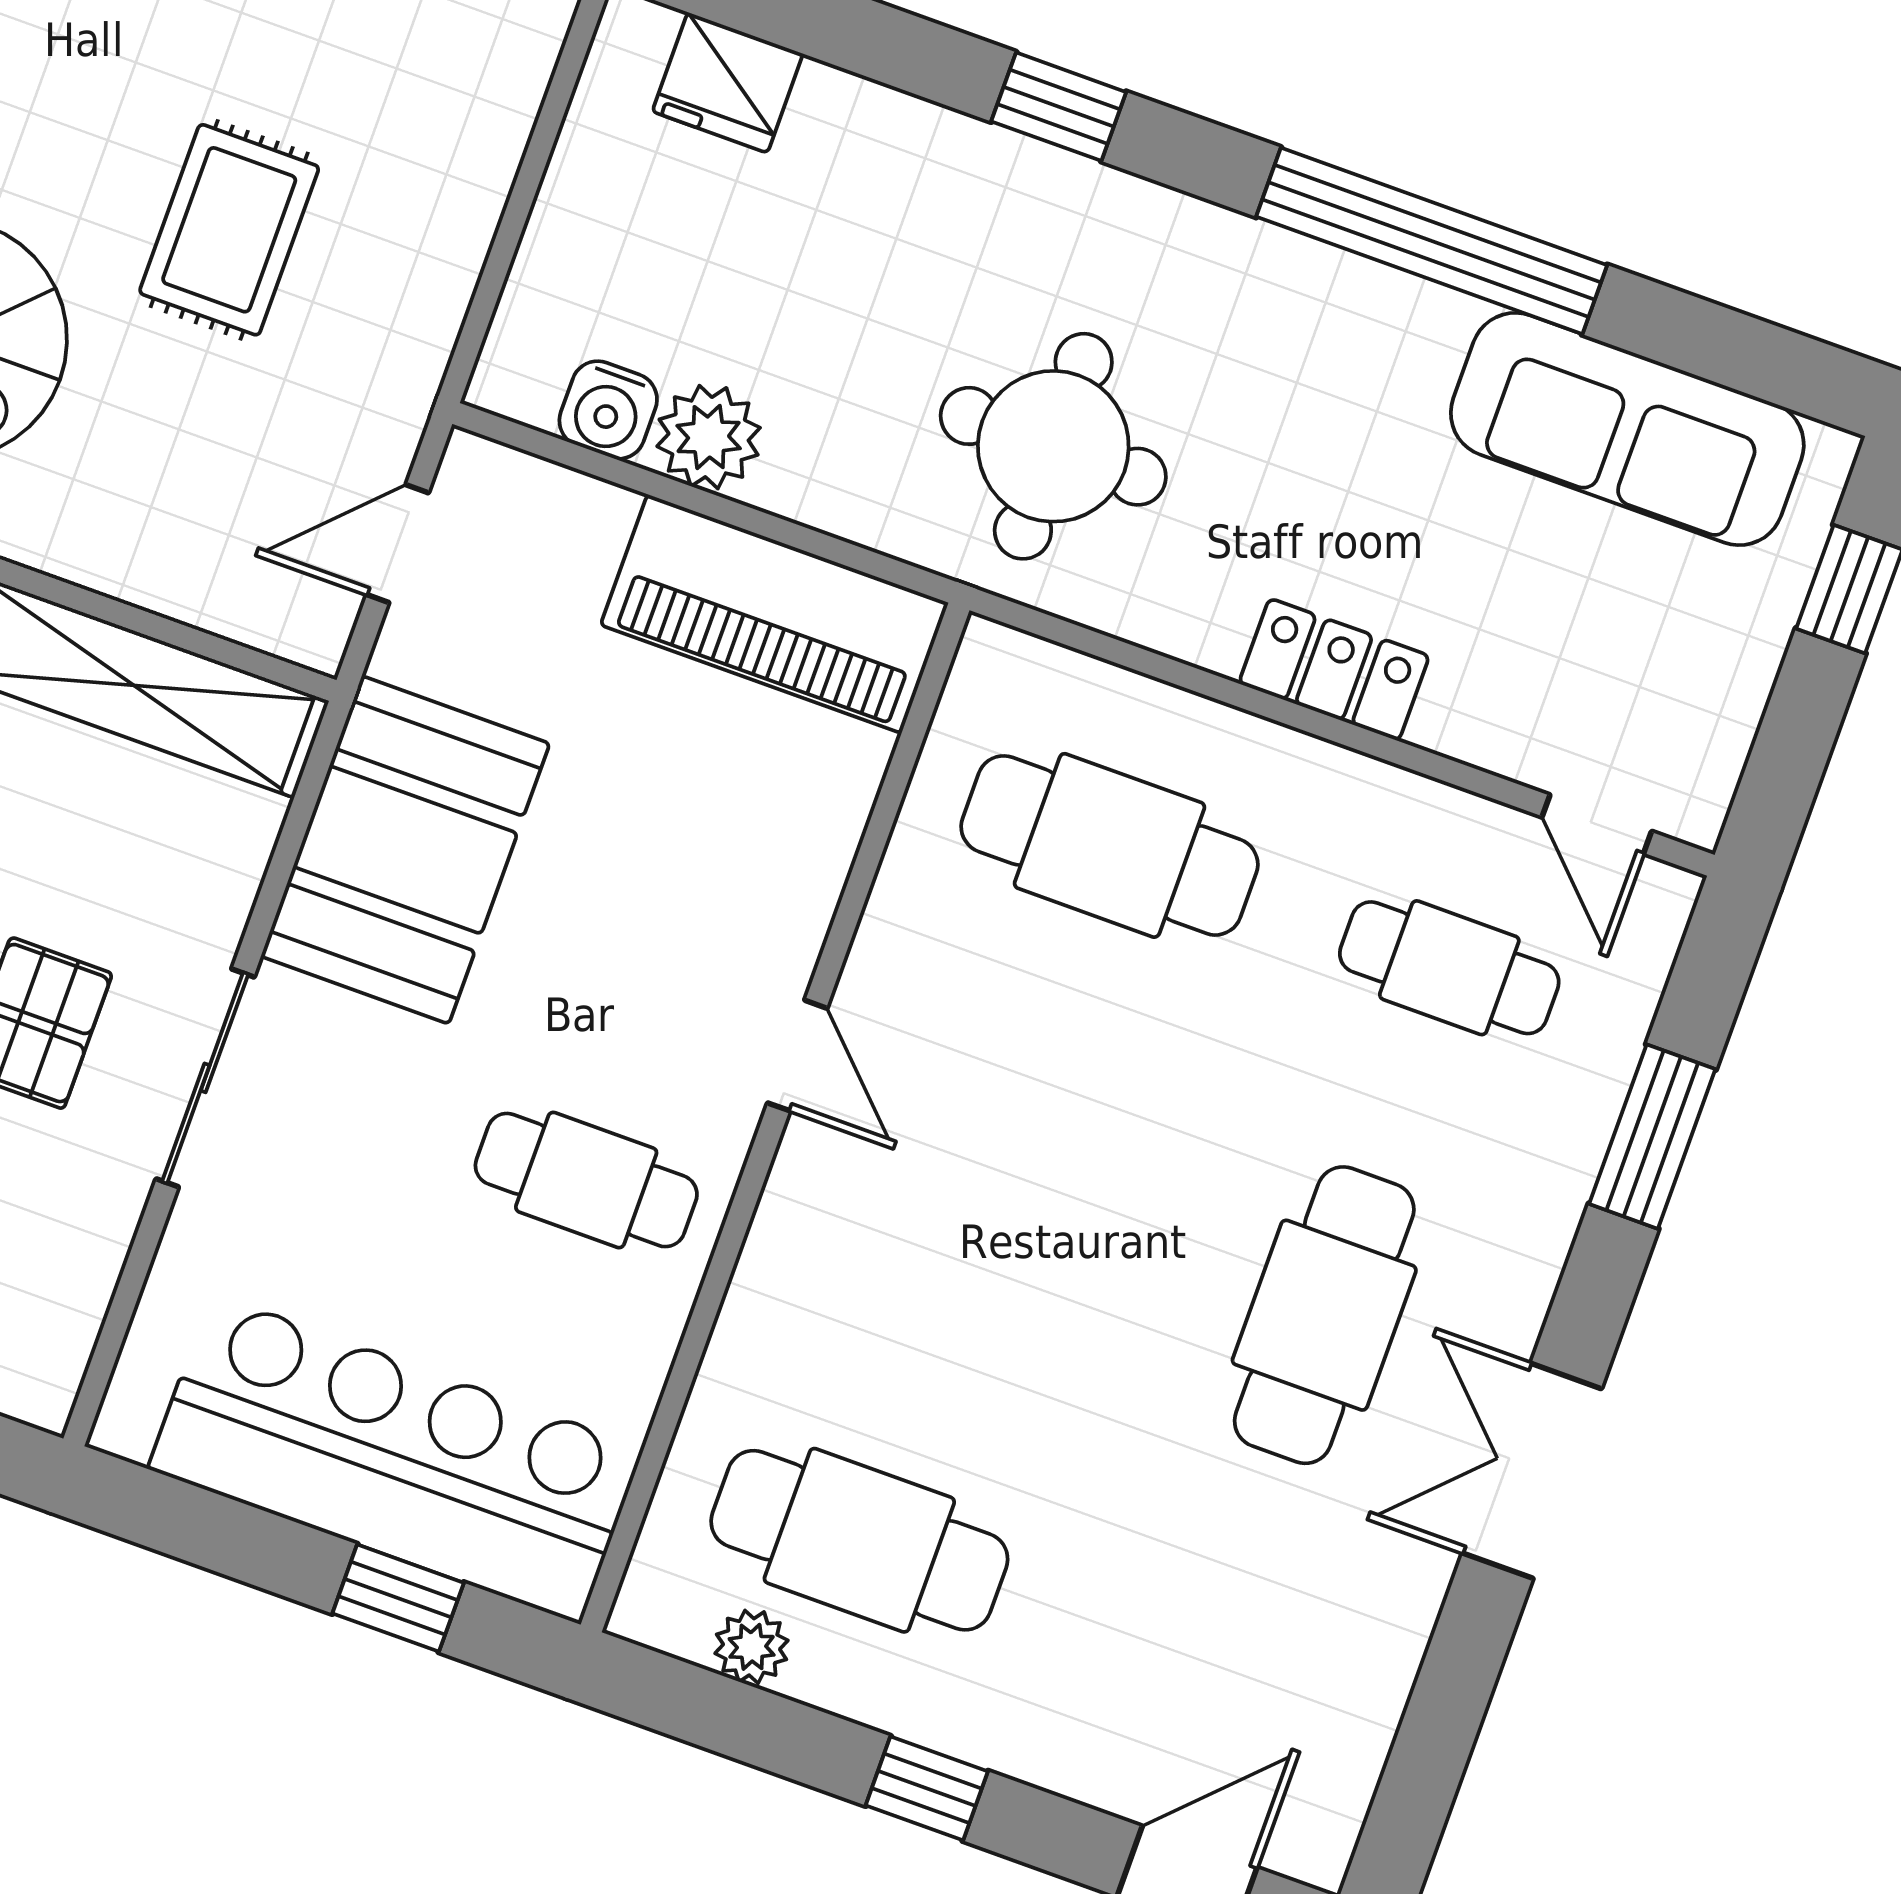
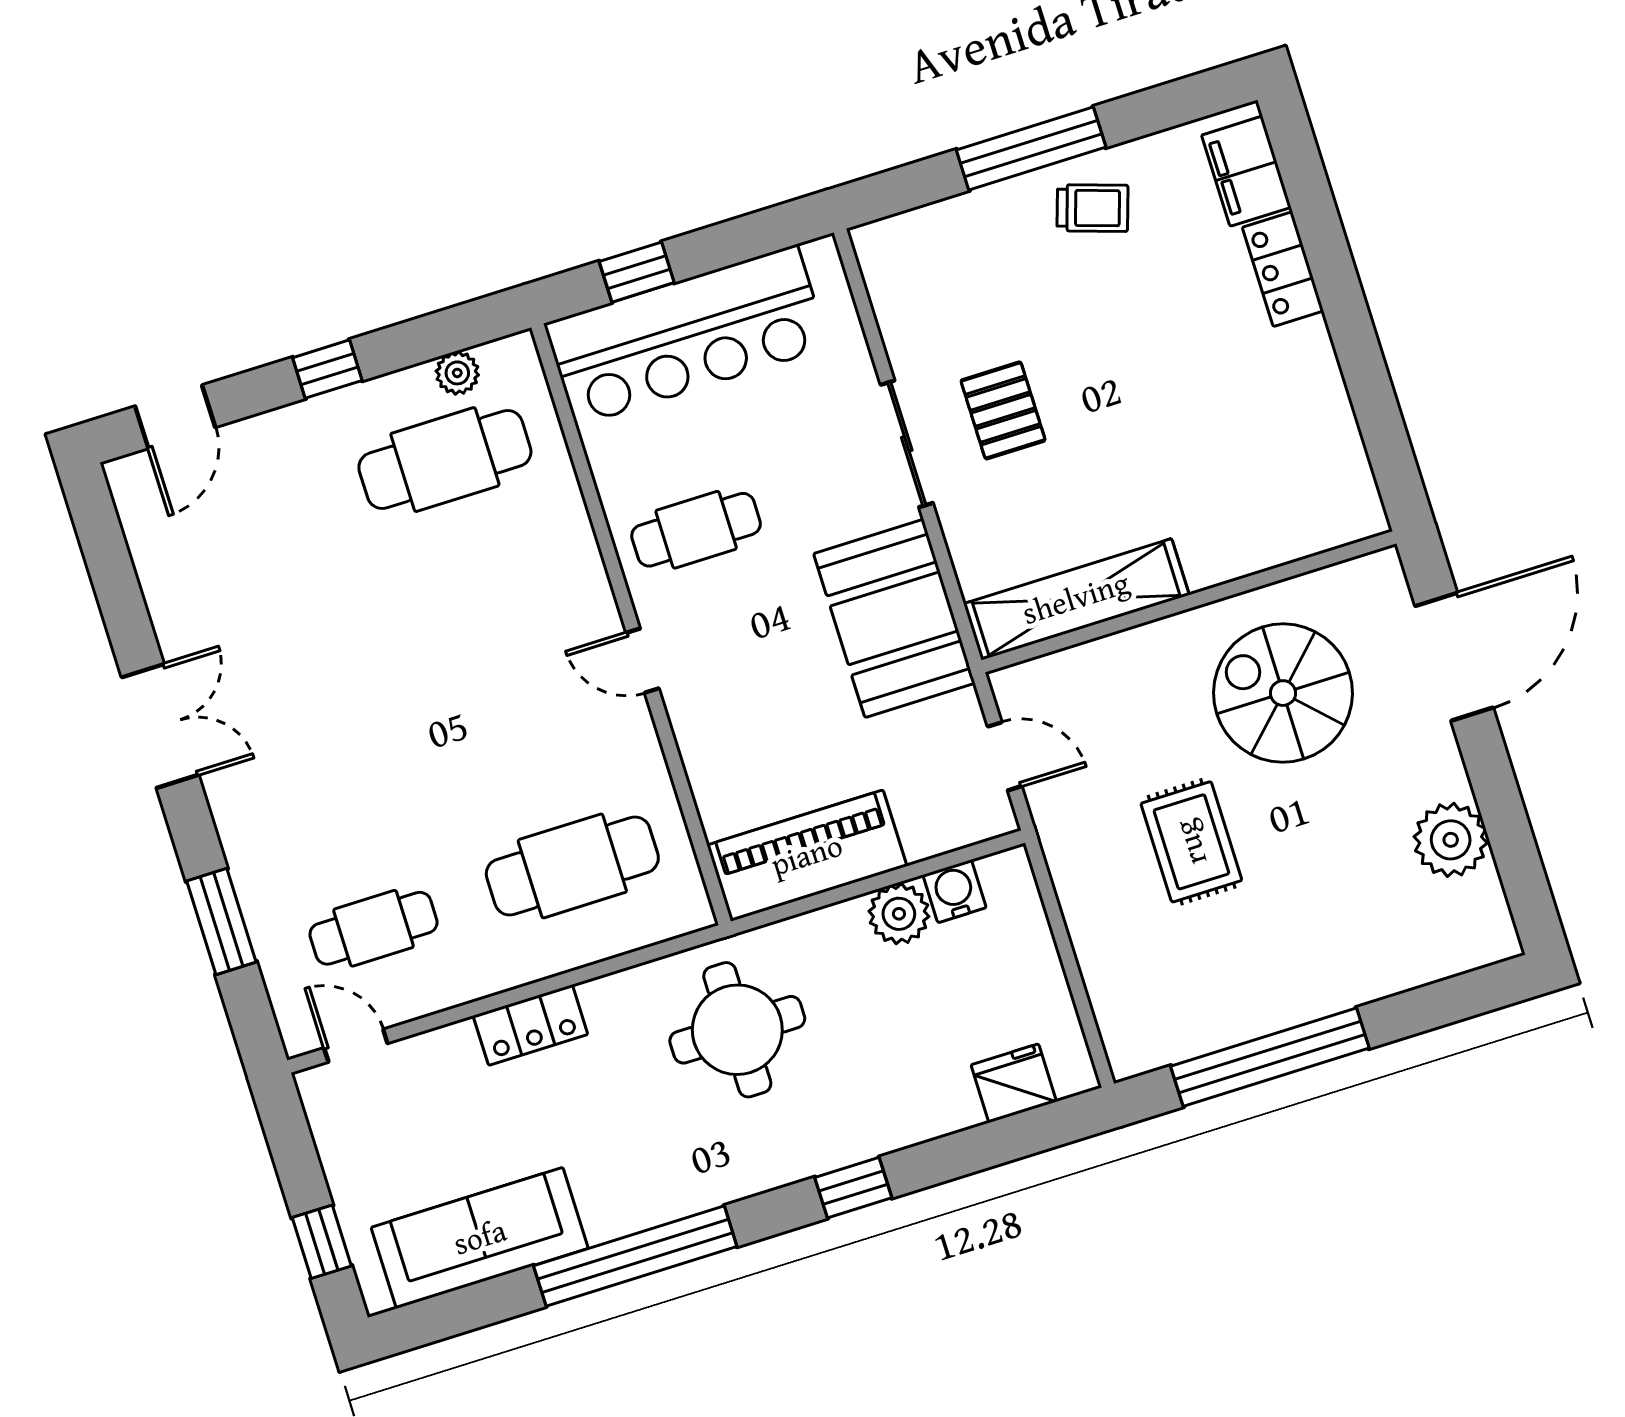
door: (397, 544) -> (1005, 756), hinge flipped
cafe table: (1324, 1315) -> (310, 725), removed

